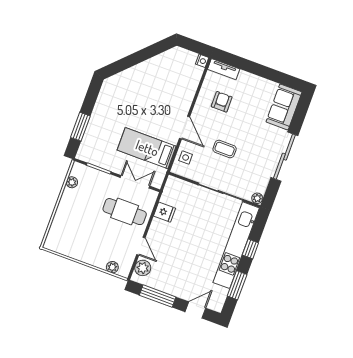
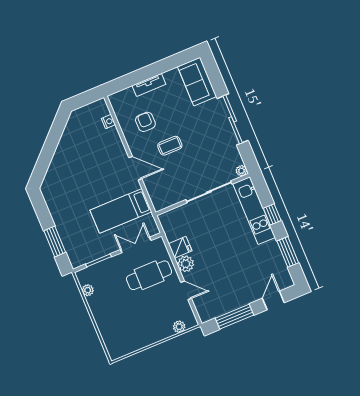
nightstand: (202, 61) -> (108, 122), moved
tv unit: (224, 69) -> (149, 85), moved
coffee table: (225, 149) -> (170, 146), moved
side table: (186, 158) -> (157, 190), removed
kitchen unit: (236, 245) -> (254, 211), width x0.73
plant: (143, 268) -> (186, 264), moved

